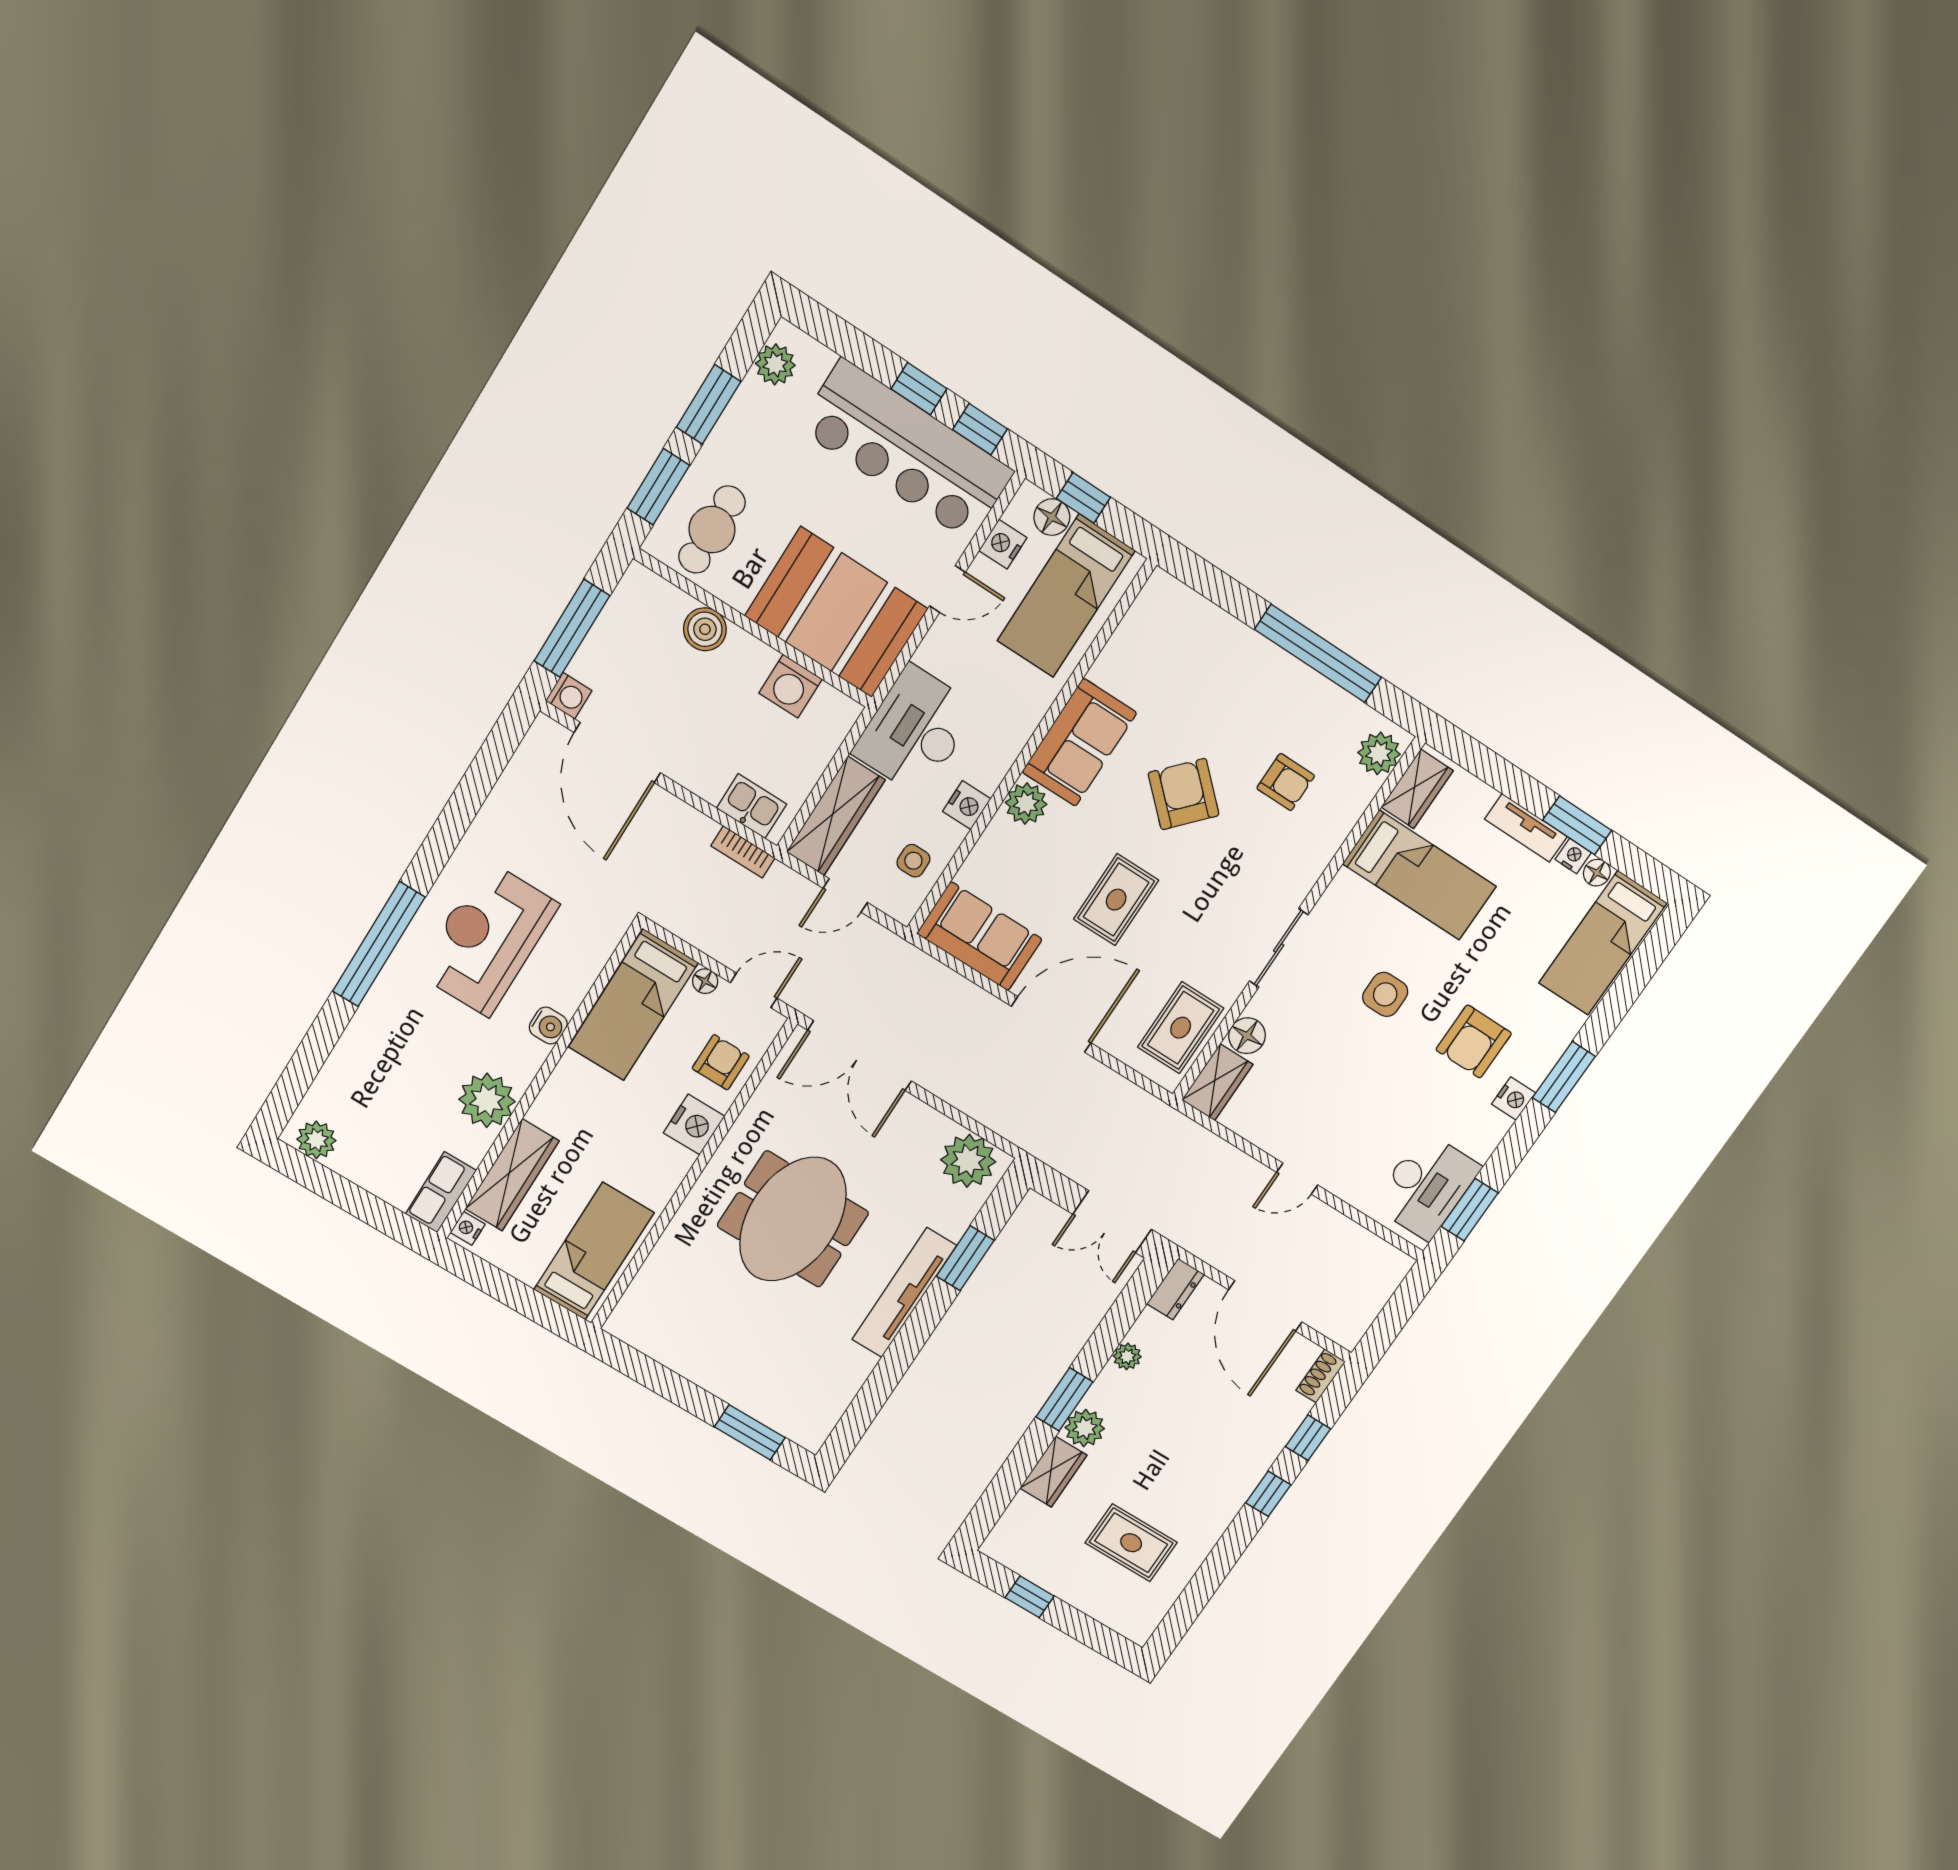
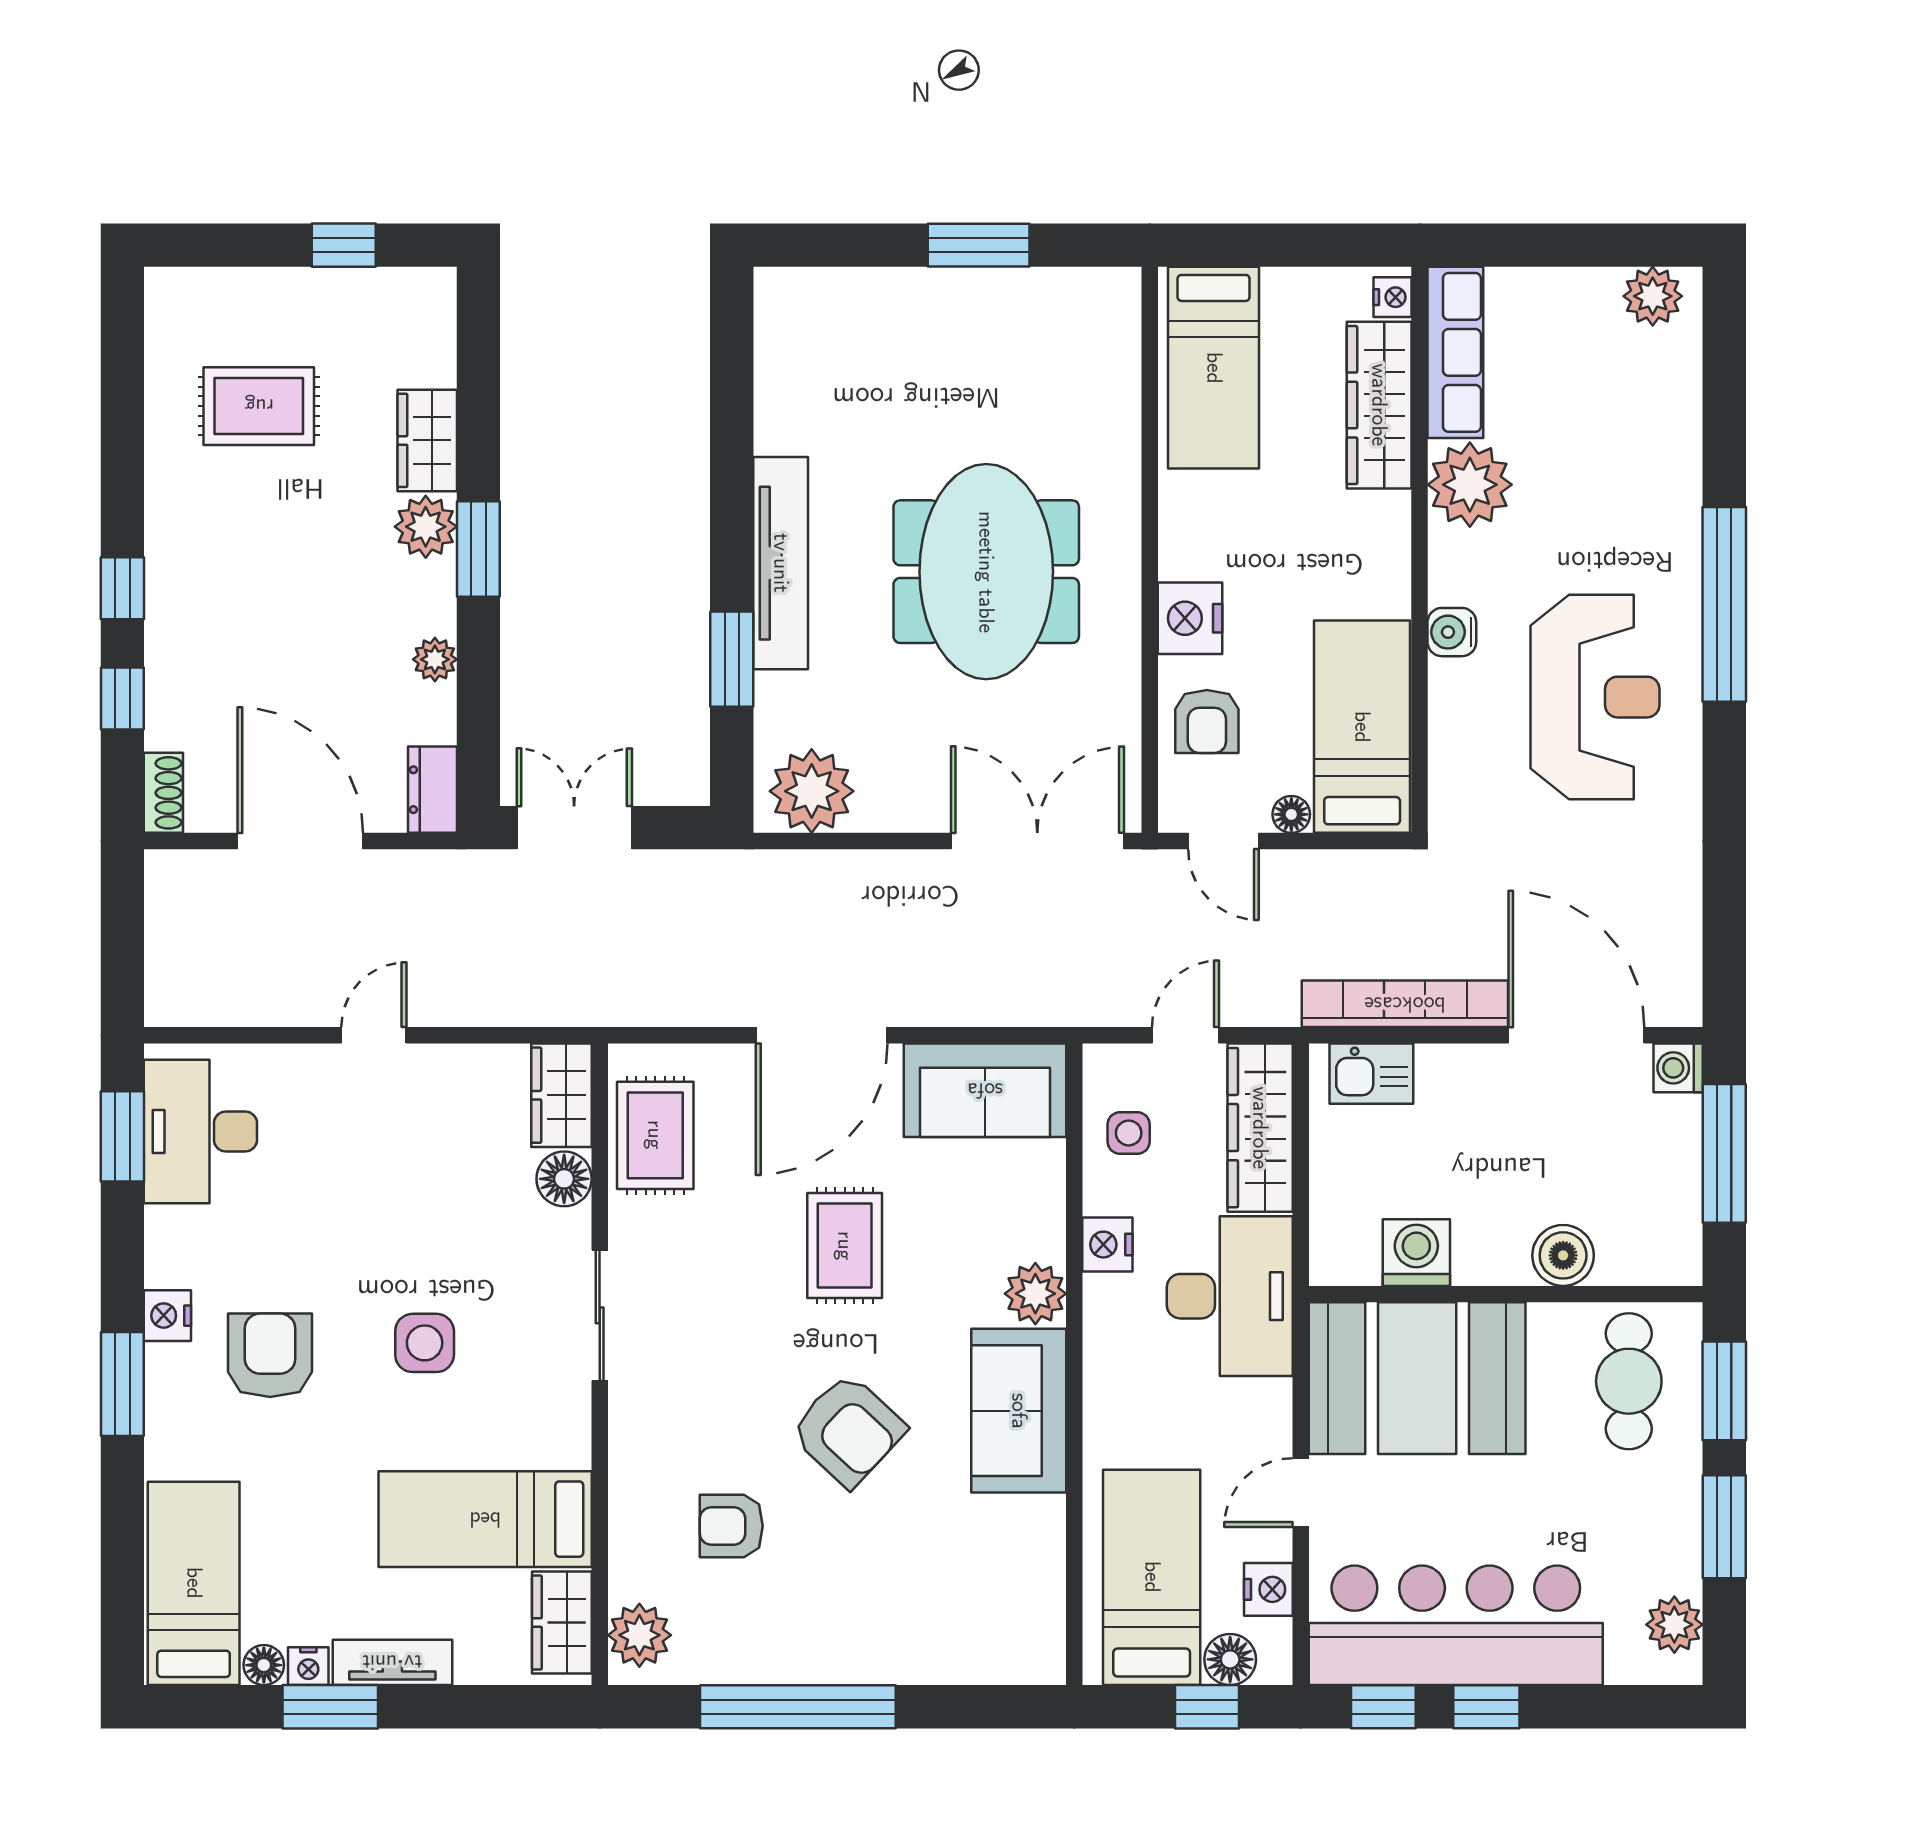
bookcase: (743, 852) -> (1405, 1004), width x2.31, depth x1.31
door: (754, 990) -> (1223, 841), hinge flipped
row of seats: (441, 1192) -> (1455, 352), width x1.48
window: (750, 1432) -> (979, 245), moved

